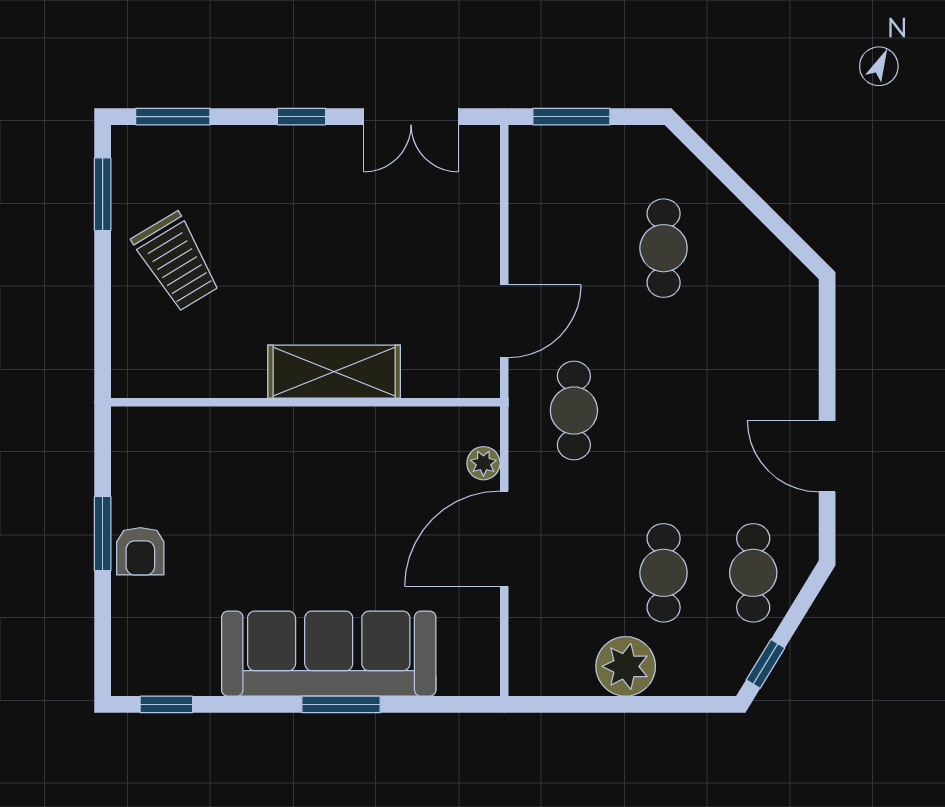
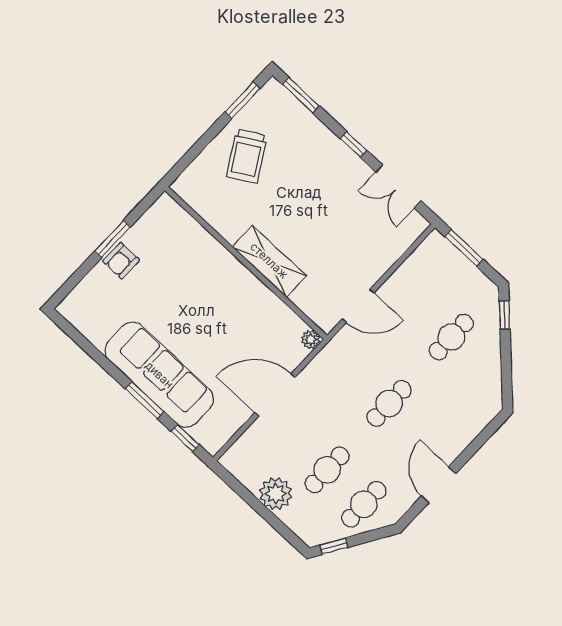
window: (706, 155) -> (505, 315), added
cafe table: (574, 410) -> (389, 403), moved
plant: (483, 463) -> (311, 340), moved
window: (166, 704) -> (185, 438), moved

